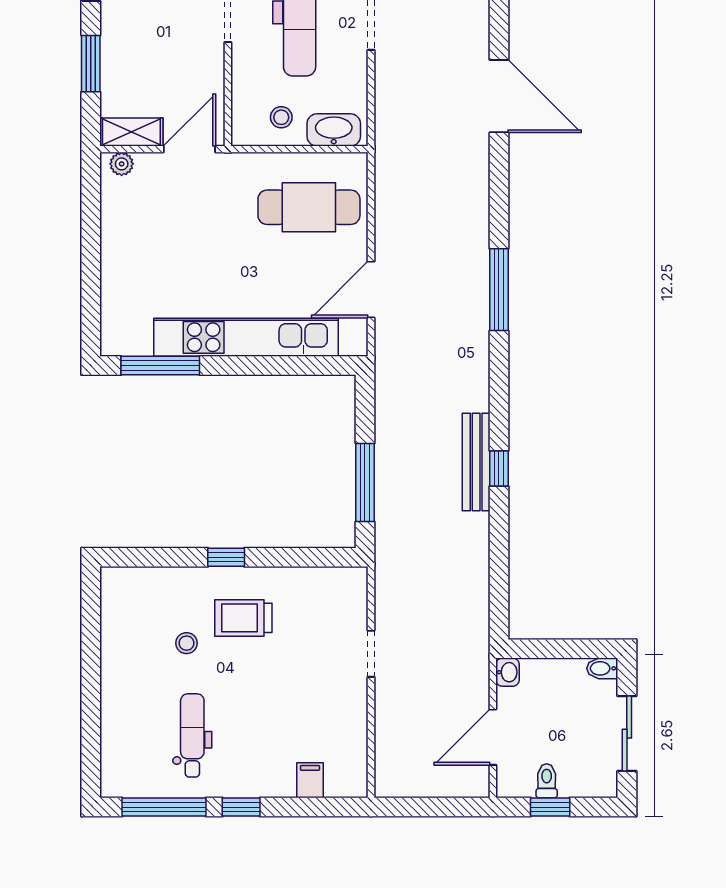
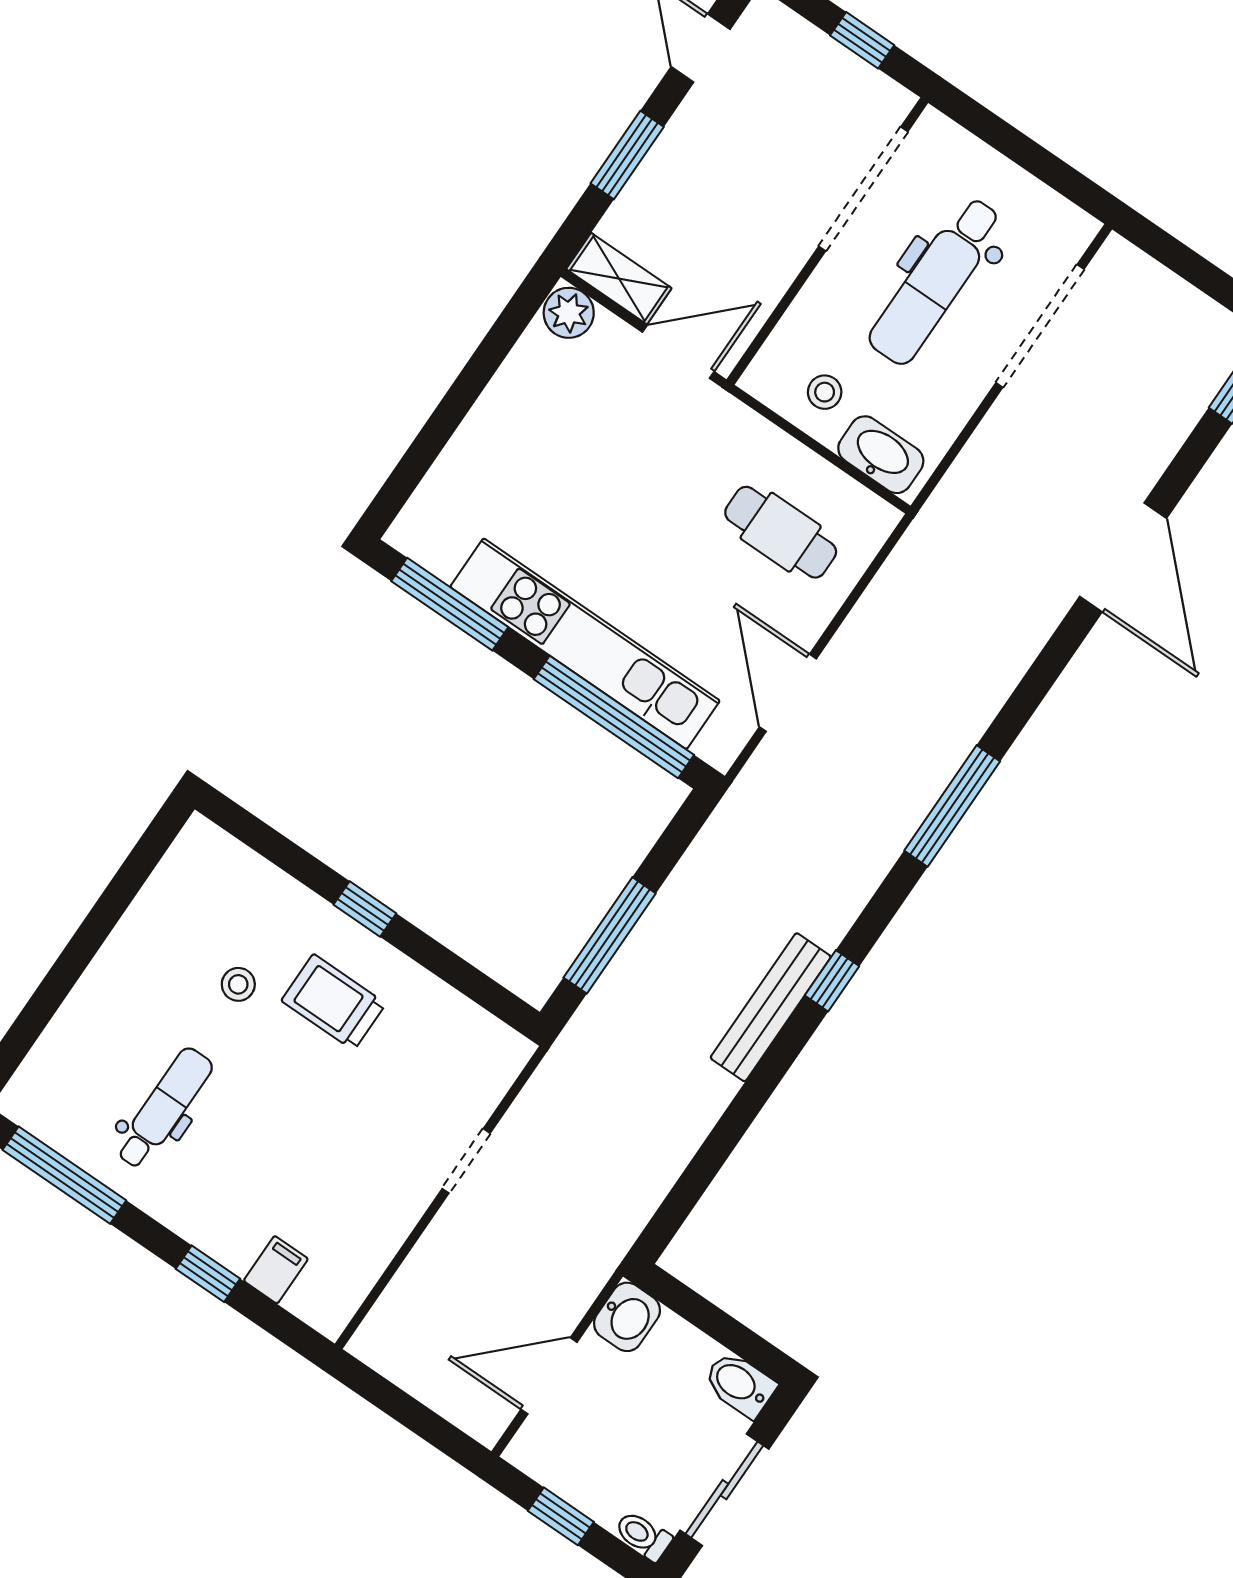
plant: (122, 164) -> (569, 313), width x1.38, depth x1.38
cafe table: (309, 207) -> (781, 532), width x0.73, depth x0.74
door: (371, 289) -> (788, 693), hinge flipped
window: (288, 365) -> (614, 717), added
window: (499, 468) -> (832, 981), moved
bidet: (602, 668) -> (740, 1384), width x1.38, depth x1.36
washbasin: (508, 672) -> (627, 1317), width x1.38, depth x1.45
toilet: (547, 781) -> (643, 1536), moved, turned -90
window: (241, 807) -> (208, 1274), moved

